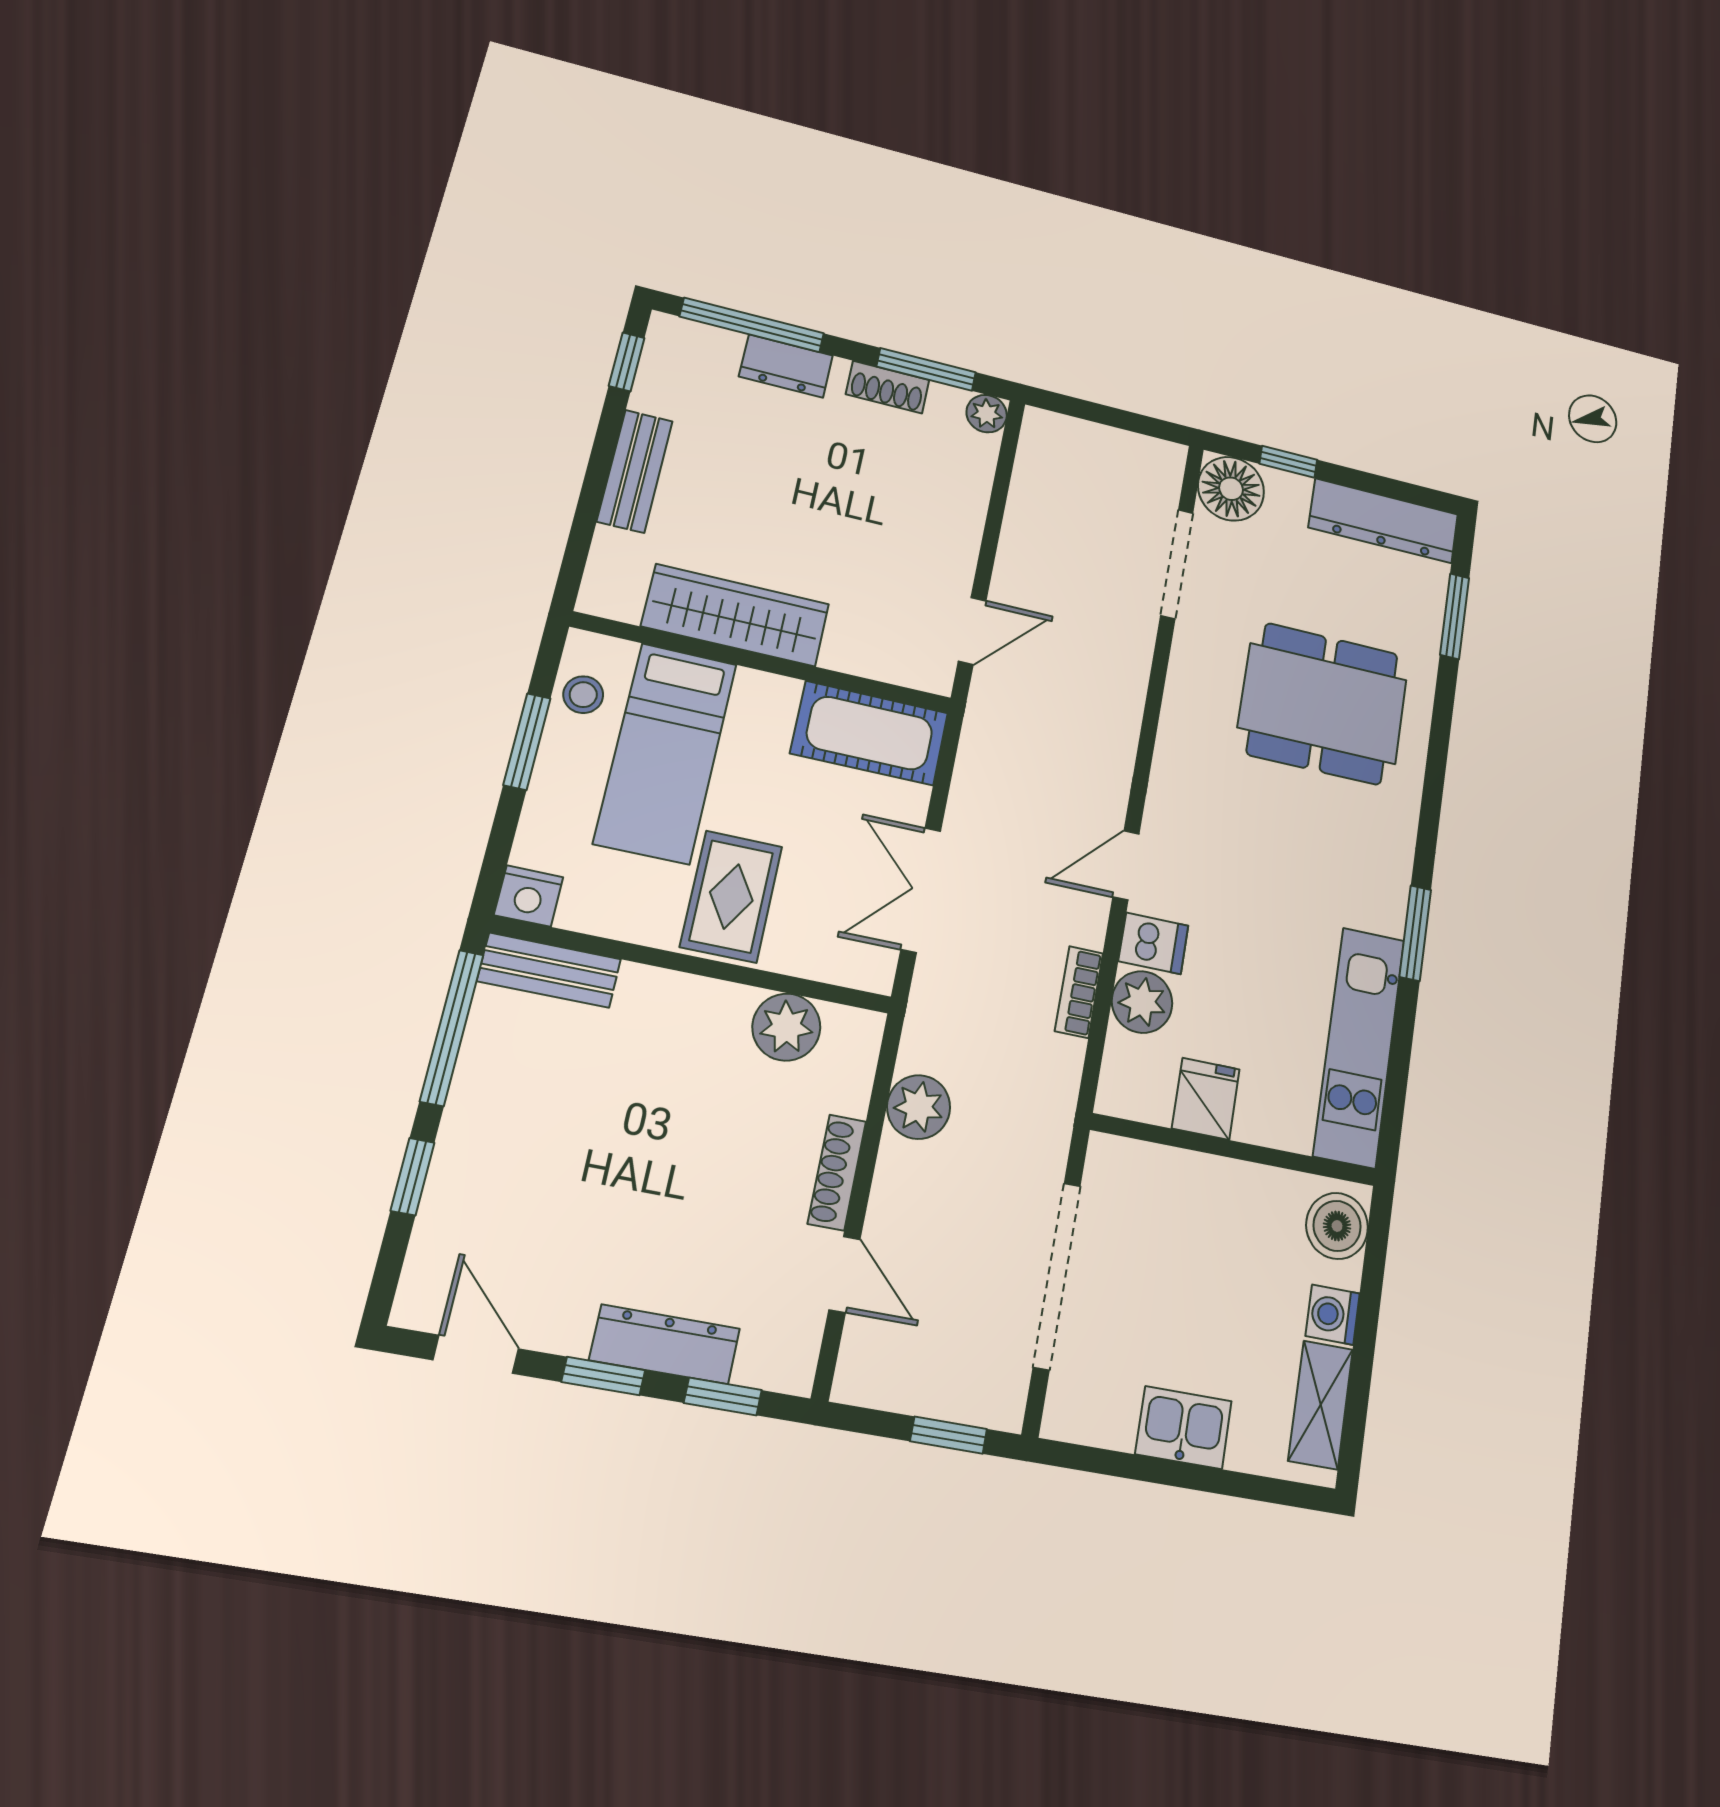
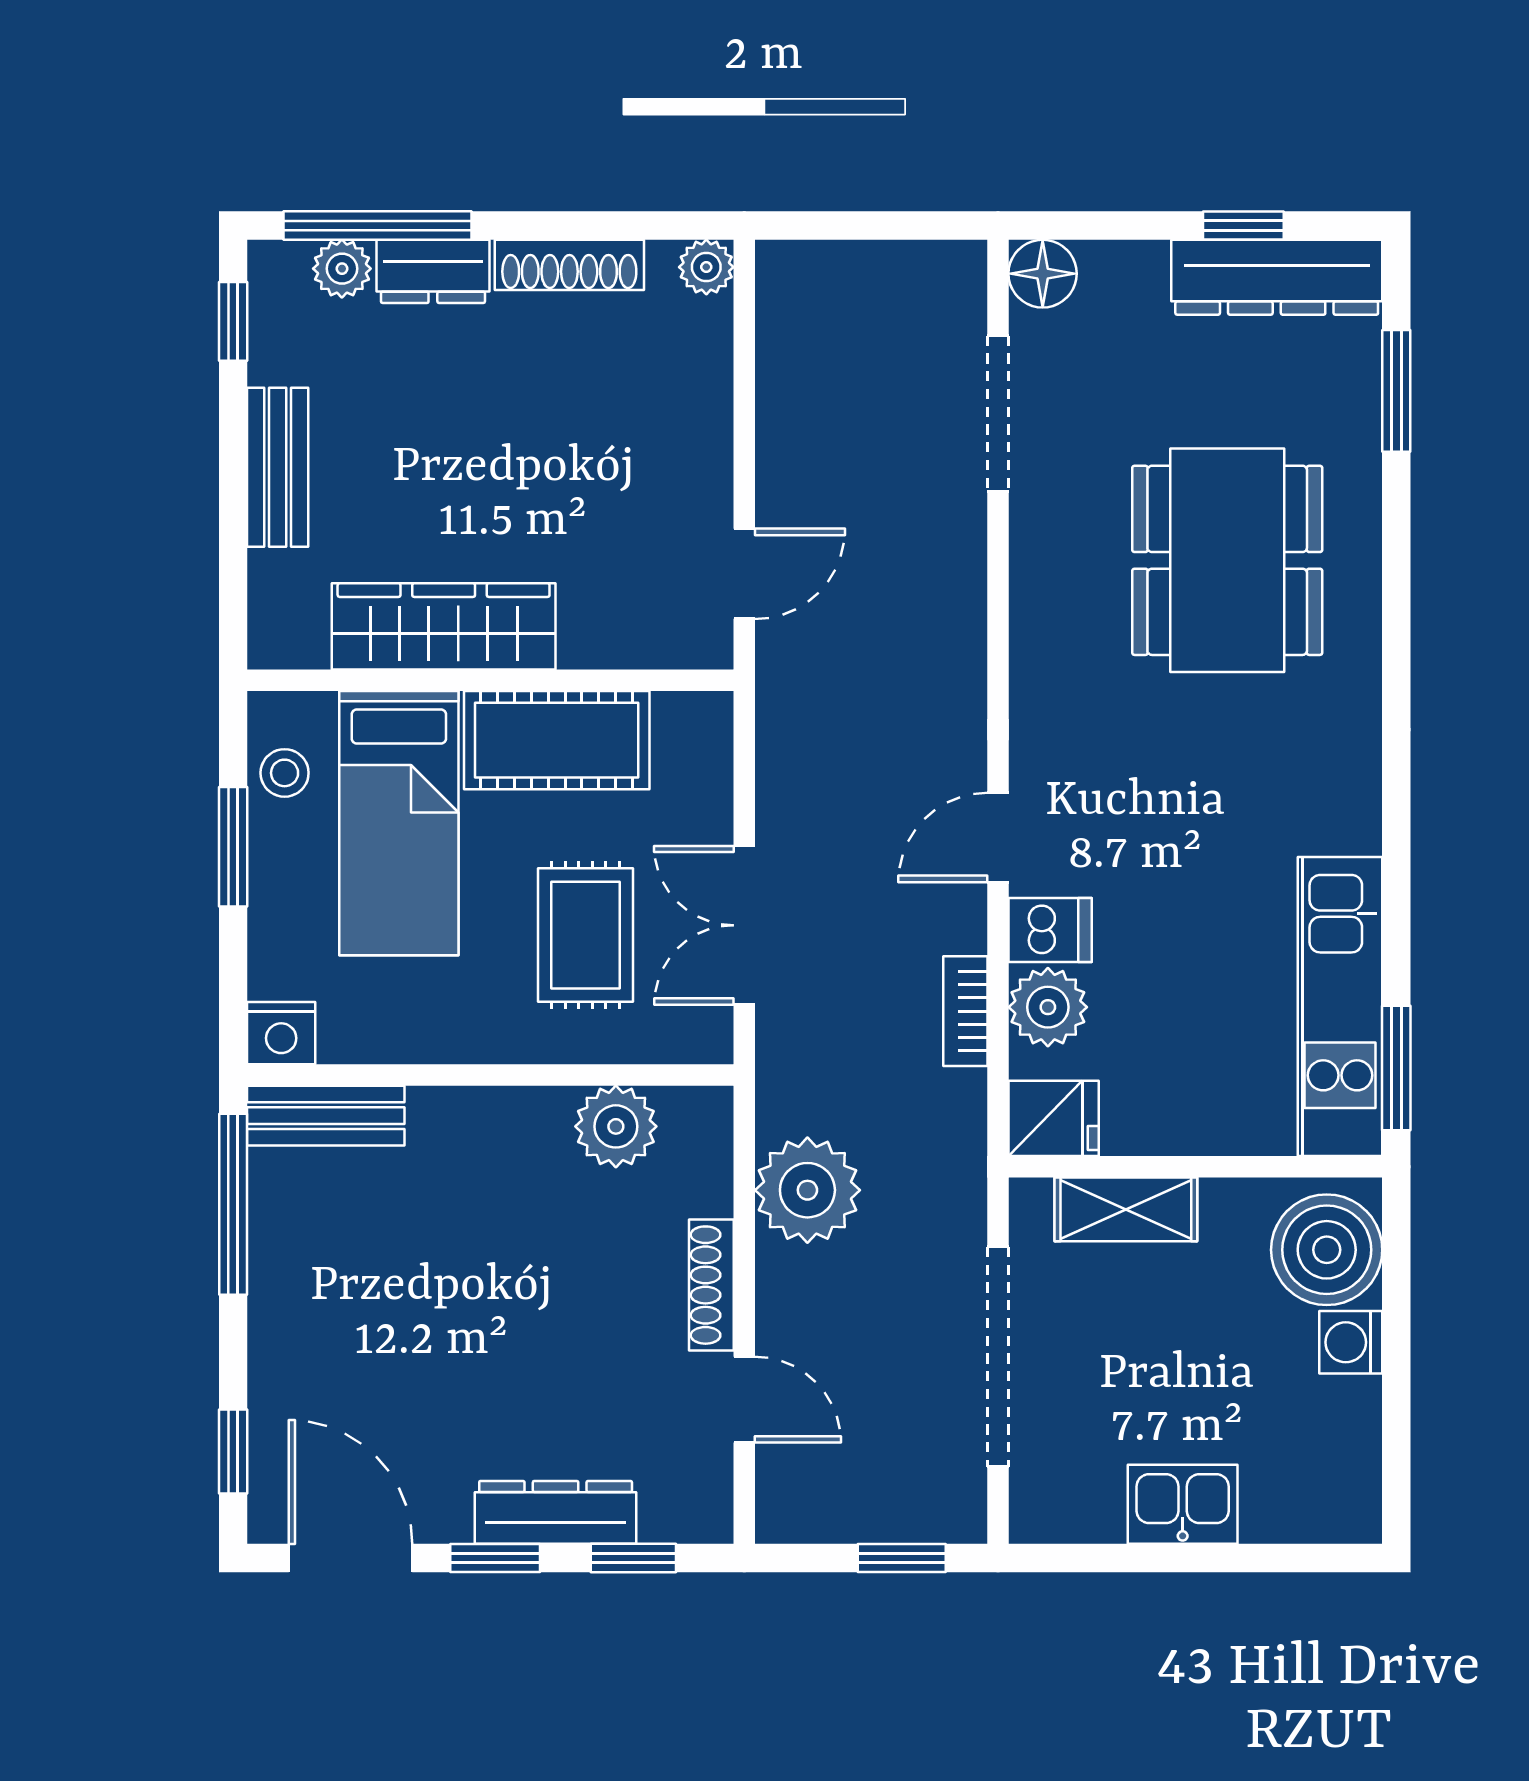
plant: (718, 347) -> (342, 269), added
window: (926, 369) -> (615, 226), removed
shoe rack: (888, 387) -> (569, 265), width x1.43
window: (1288, 462) -> (1243, 226), moved
floor lamp: (1231, 489) -> (1043, 274), width x0.73, depth x0.73
dining table: (1323, 704) -> (1227, 560), turned 90
cot: (869, 733) -> (557, 740), moved
rug: (731, 896) -> (586, 935), moved
window: (1415, 933) -> (1396, 1068), moved
fridge: (1206, 1099) -> (1054, 1118), moved, turned 90
plant: (919, 1107) -> (807, 1190), width x1.36, depth x1.36
window: (412, 1177) -> (233, 1451), moved
boiler: (1337, 1226) -> (1327, 1250), width x1.37, depth x1.37
door: (476, 1354) -> (351, 1558), width x1.38
shelving: (1321, 1405) -> (1126, 1209), moved, turned 90

